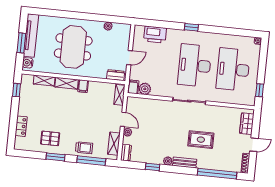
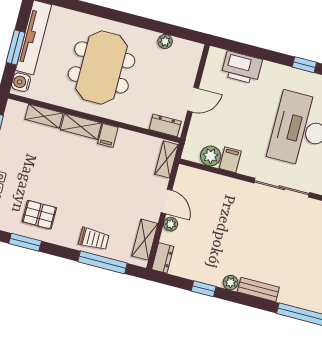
filing cabinet: (133, 87) -> (230, 160), moved
rug: (201, 140) -> (291, 255), removed
window: (55, 157) -> (25, 242), moved

